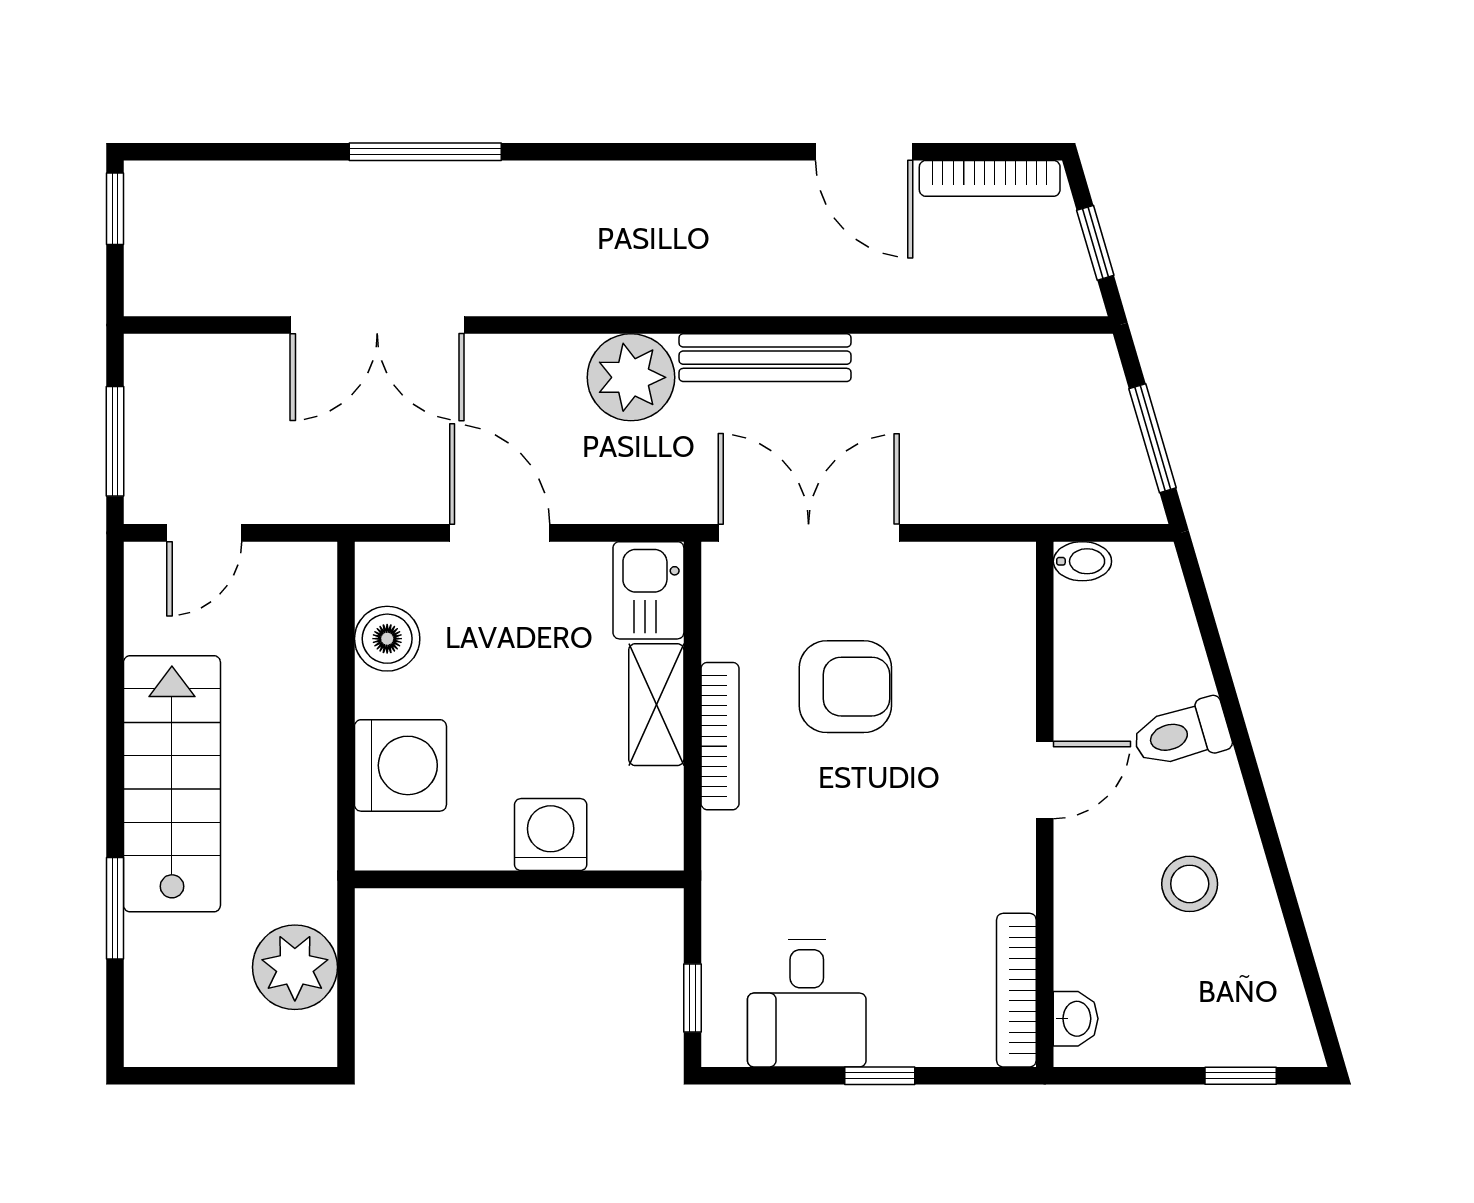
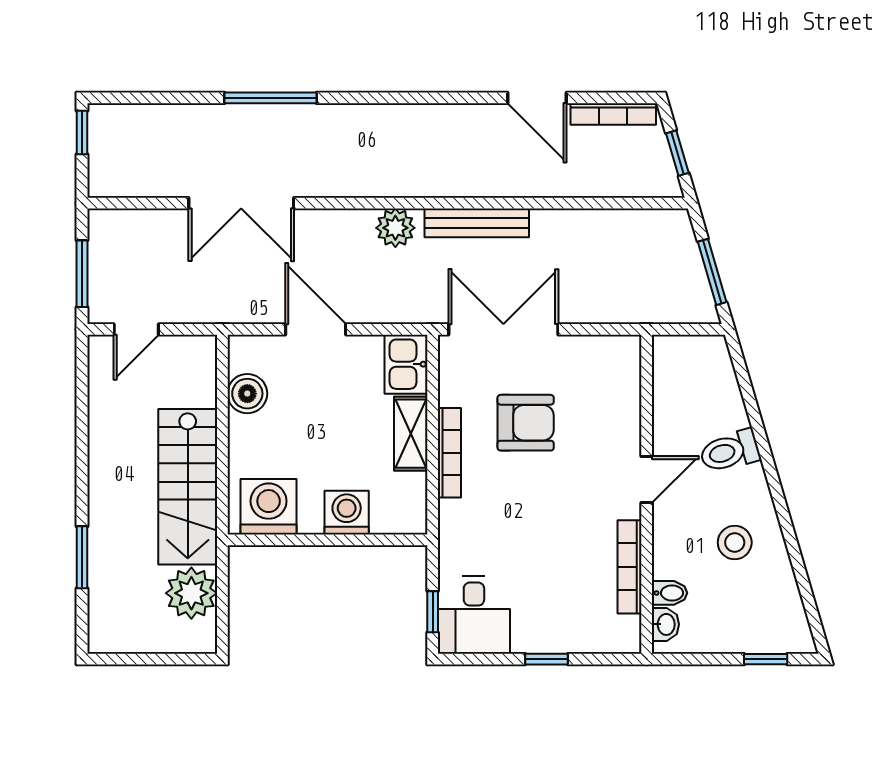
plant: (631, 377) -> (395, 228), width x0.73, depth x0.73
bidet: (1082, 561) -> (670, 593), moved
washing machine: (400, 765) -> (269, 507), moved, turned -90
stairs: (172, 784) -> (188, 487), moved, turned 180
bookcase: (1016, 990) -> (629, 567), moved
desk: (807, 1003) -> (474, 615), moved

